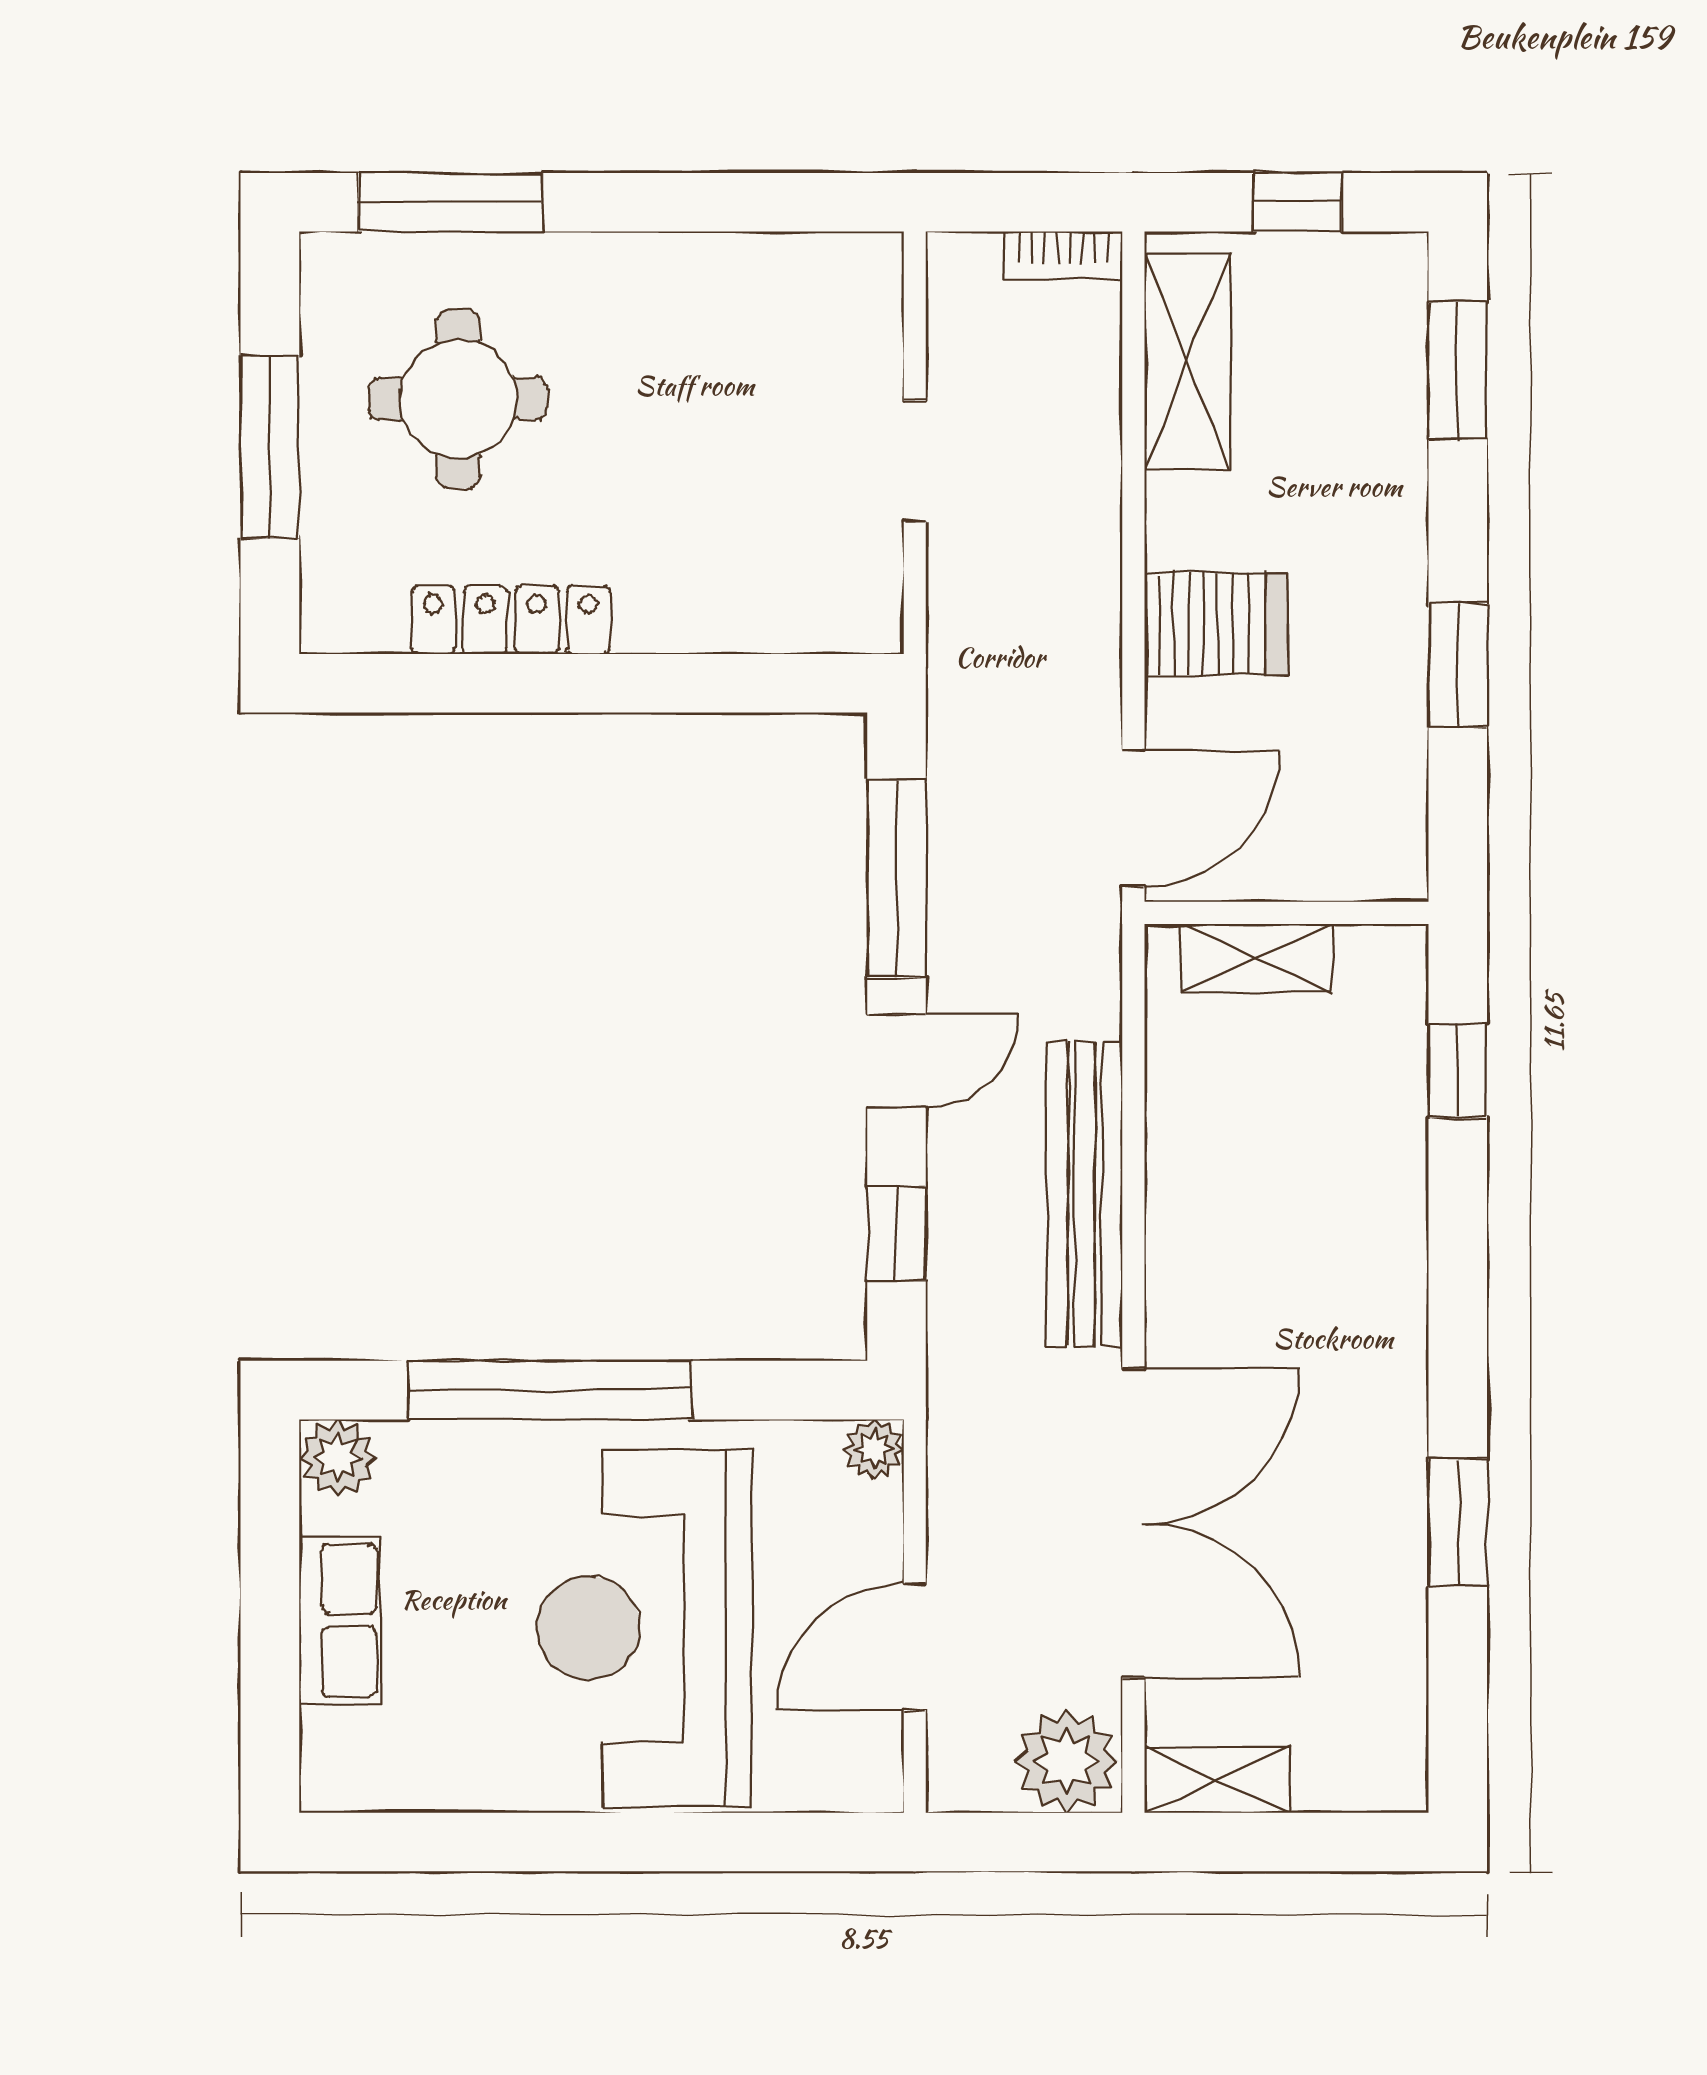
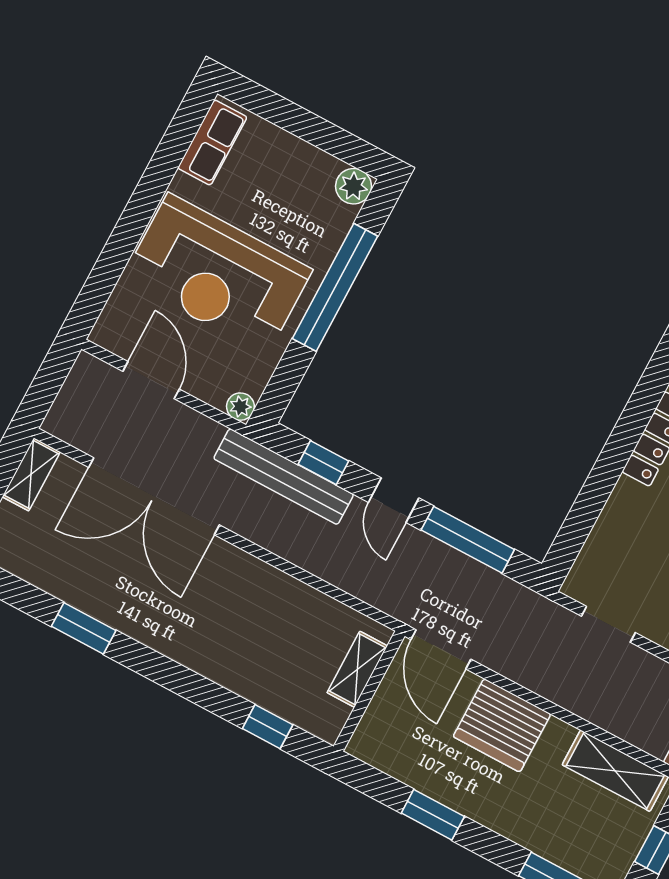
doorway: (915, 461) -> (608, 624), moved
server rack: (1216, 624) -> (502, 725), width x1.60
bench: (1085, 1194) -> (284, 477), moved
row of seats: (340, 1620) -> (212, 143), moved, turned -90
reception desk: (644, 1628) -> (217, 274), turned 180
plant: (1067, 1761) -> (71, 417), removed

